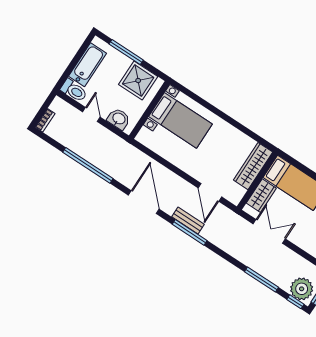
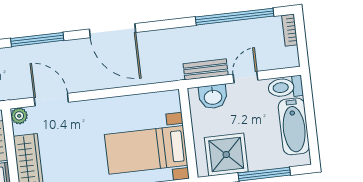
door: (91, 115) -> (246, 77), swing flipped
window: (88, 165) -> (235, 17), moved
plant: (235, 198) -> (19, 116), added
bench: (188, 220) -> (206, 69), moved

